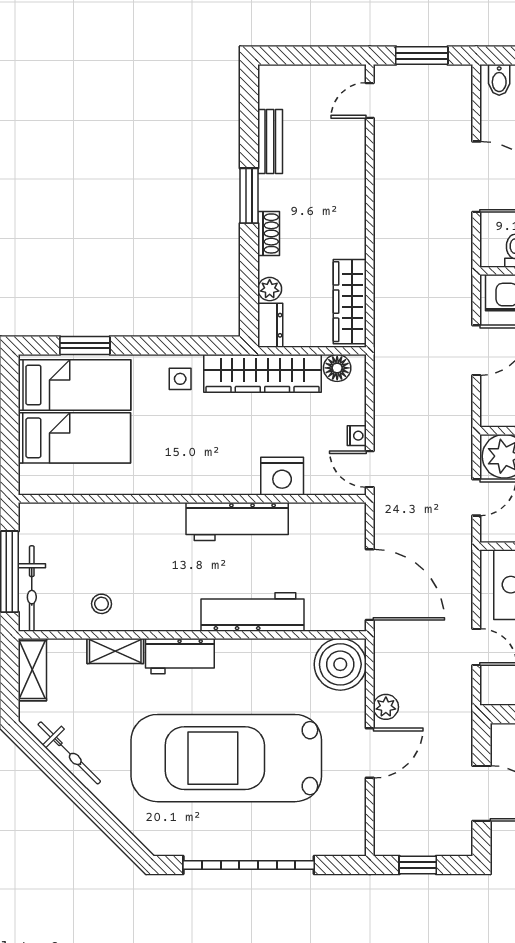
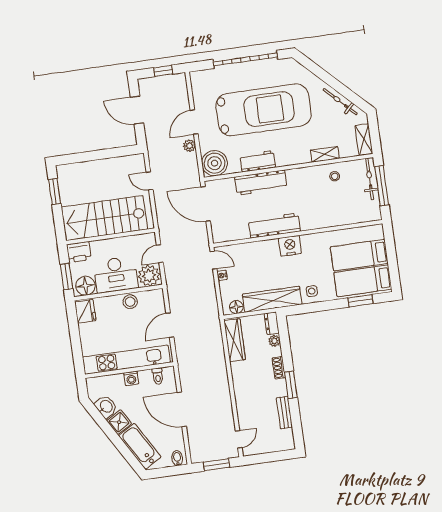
nightstand: (282, 476) -> (290, 246), moved
workbench: (180, 656) -> (258, 161), moved

